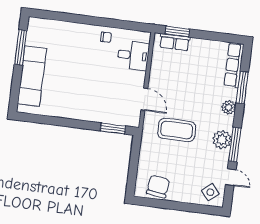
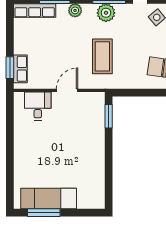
chair: (106, 37) -> (24, 134), removed
exam couch: (32, 76) -> (49, 199), moved
door: (144, 99) -> (67, 90), moved

